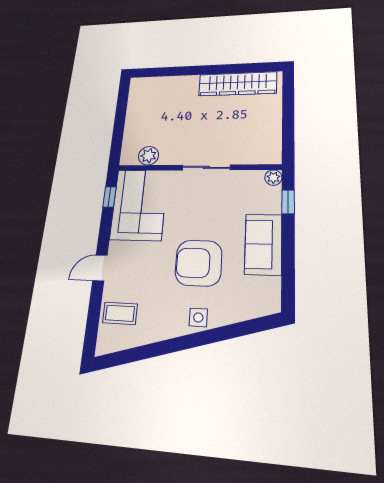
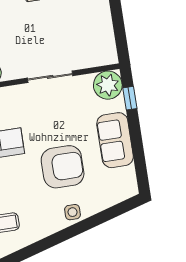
plant: (273, 178) -> (108, 85), width x1.88, depth x1.88
armchair: (199, 263) -> (63, 167), turned 180

